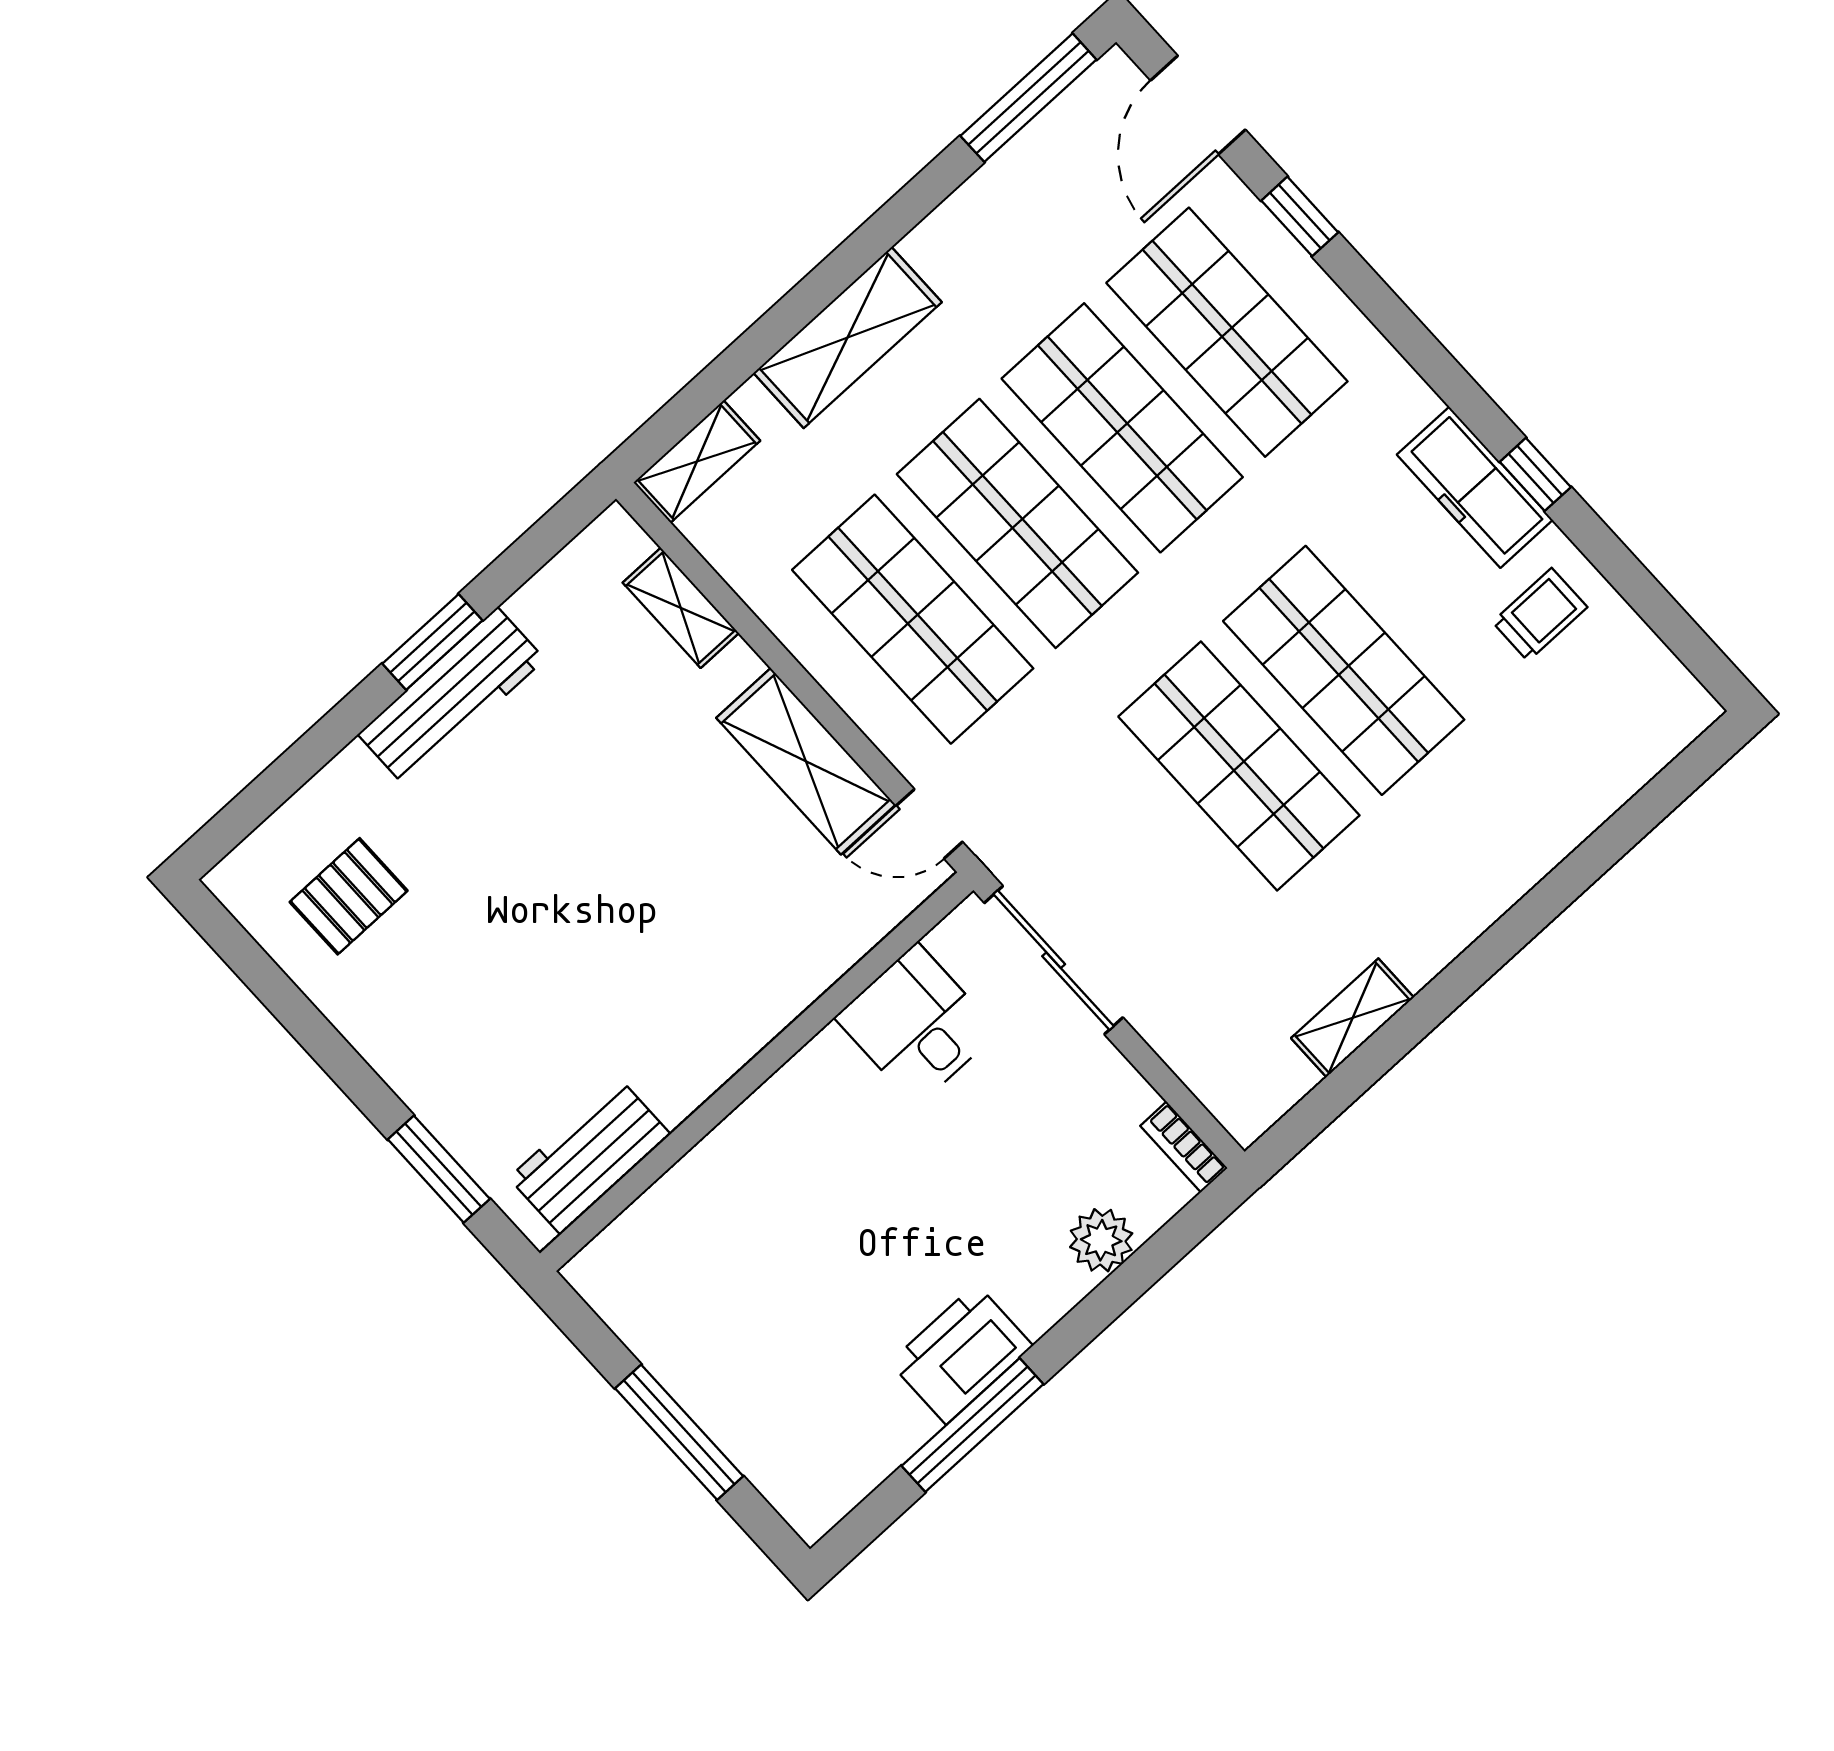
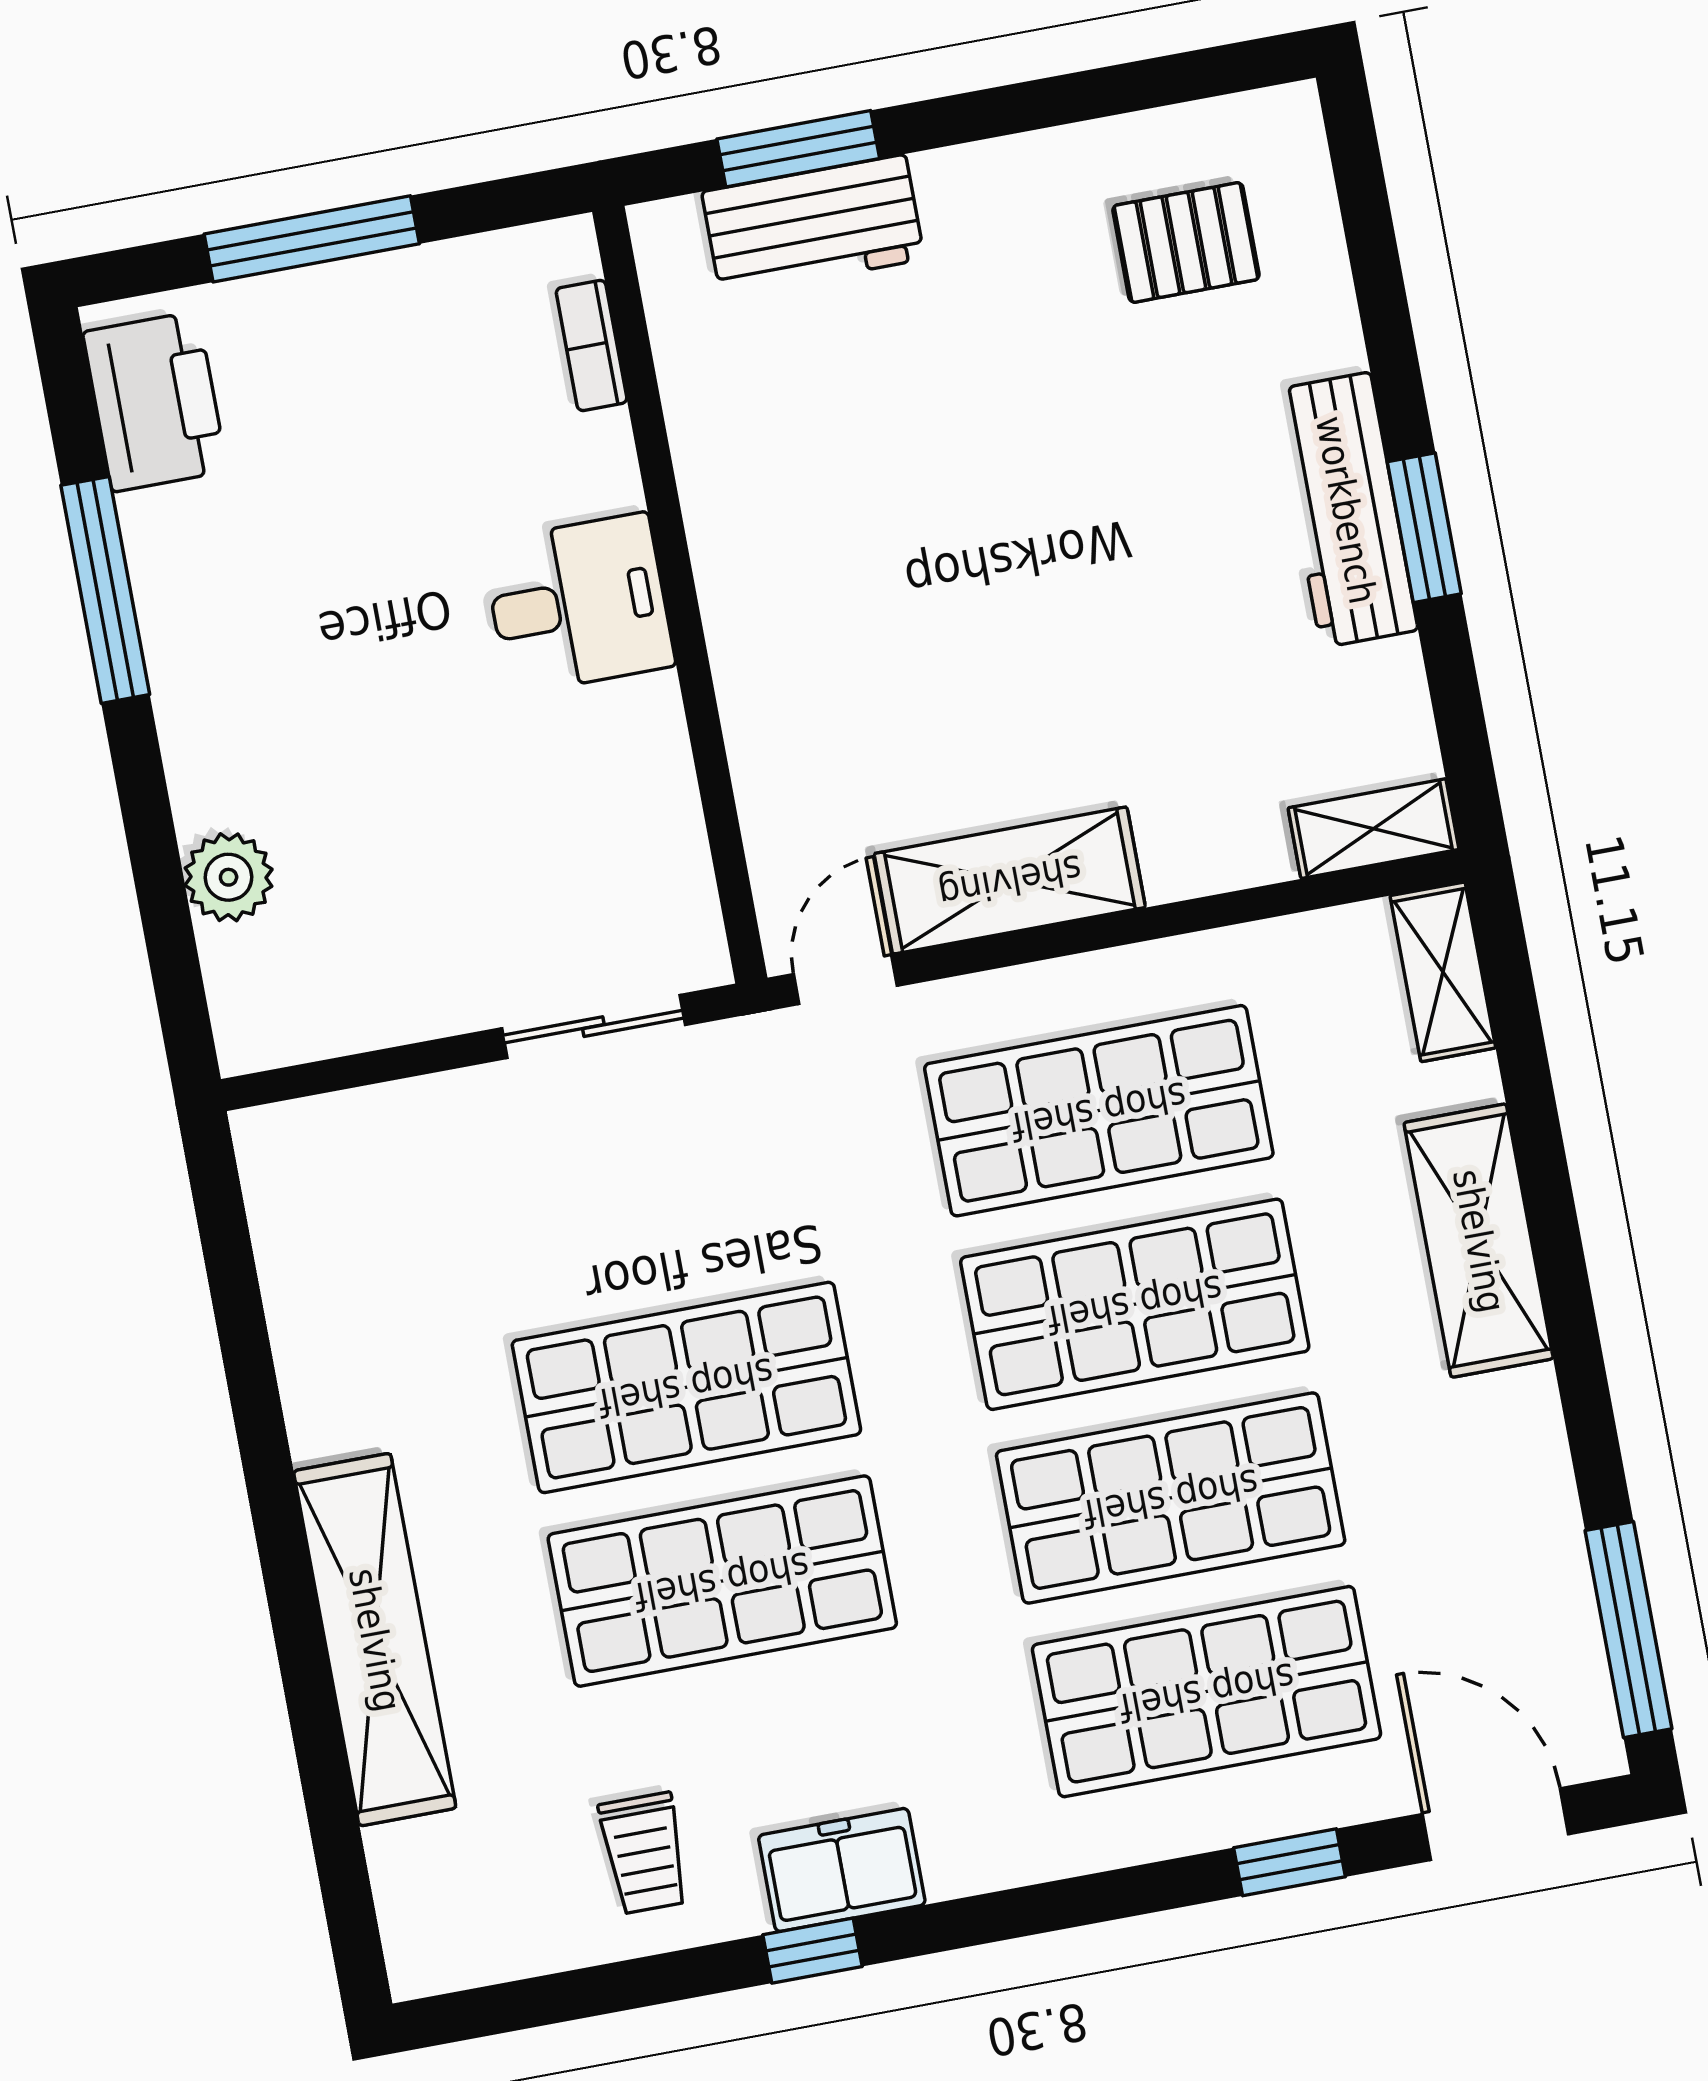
freezer: (1475, 487) -> (842, 1870), width x0.71
shelving: (681, 608) -> (1373, 829), moved
pallet: (349, 896) -> (1186, 242), turned 90
sliding door: (1054, 960) -> (593, 1027), width x0.73
shelving: (1353, 1018) -> (375, 1640), moved, width x2.20, depth x1.33
desk: (917, 1025) -> (578, 604), moved
bookcase: (1184, 1147) -> (592, 345), moved, turned -90
workbench: (590, 1156) -> (813, 225), moved, turned 90
printer: (961, 1354) -> (155, 402), moved

